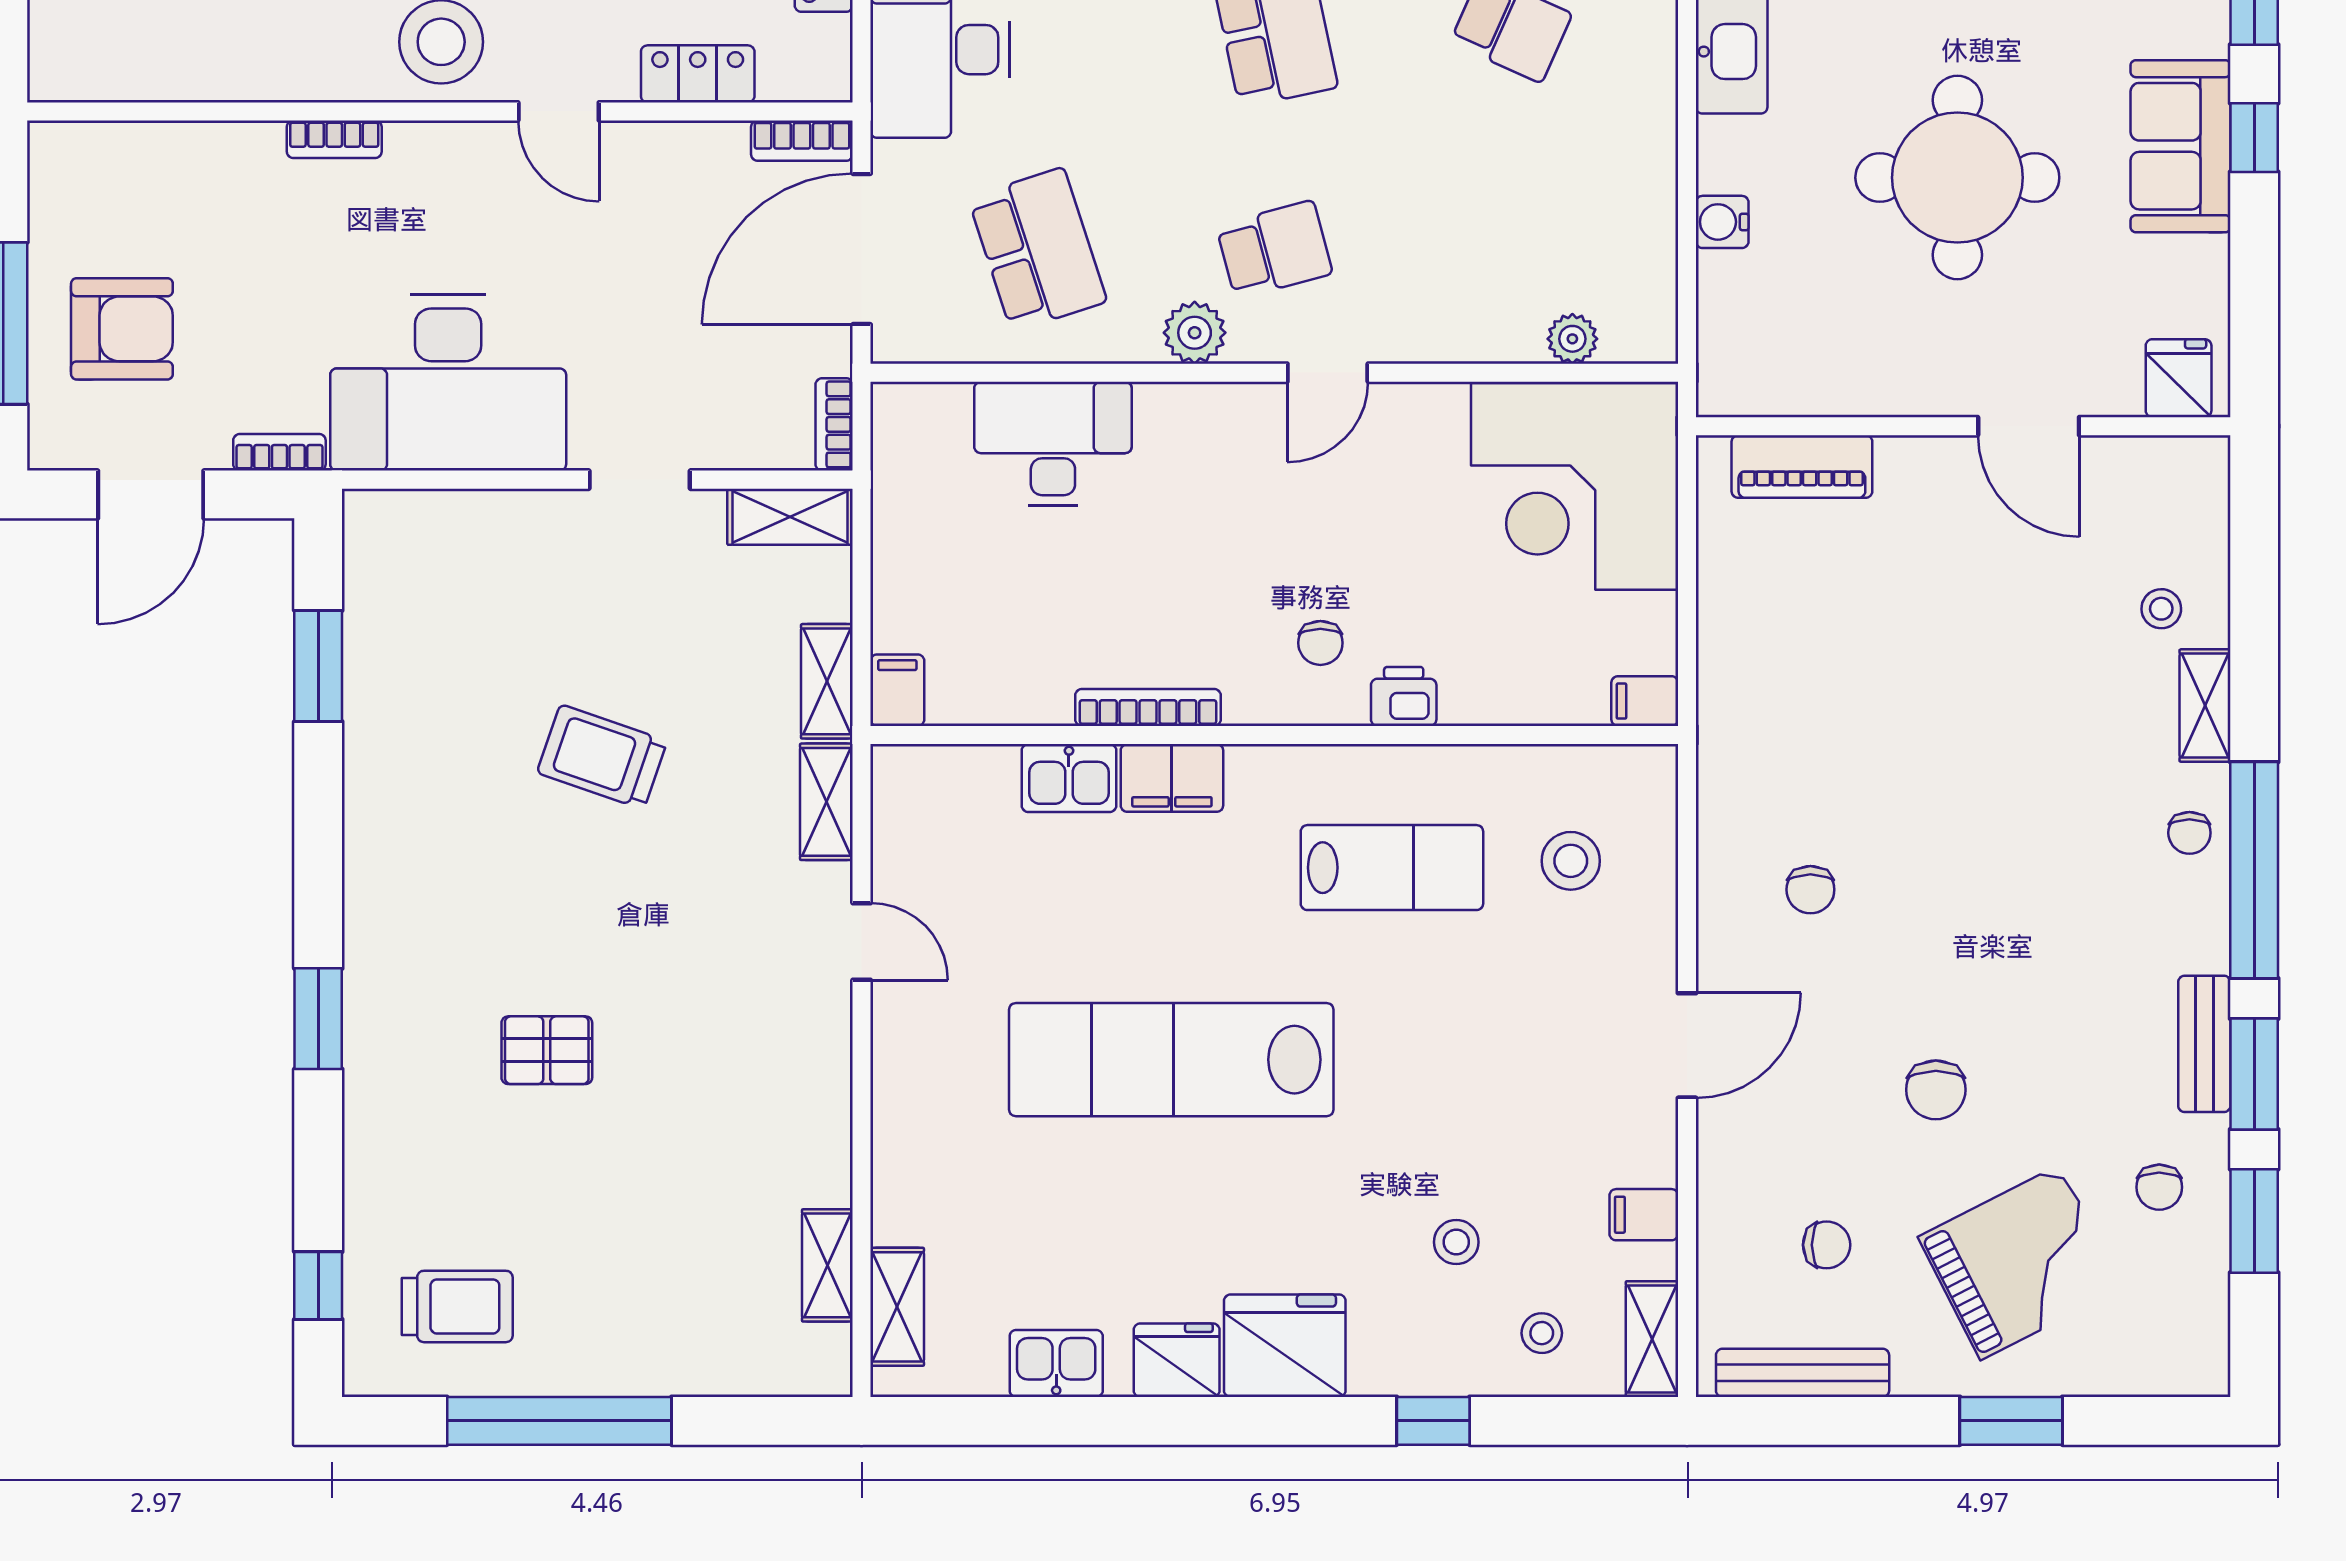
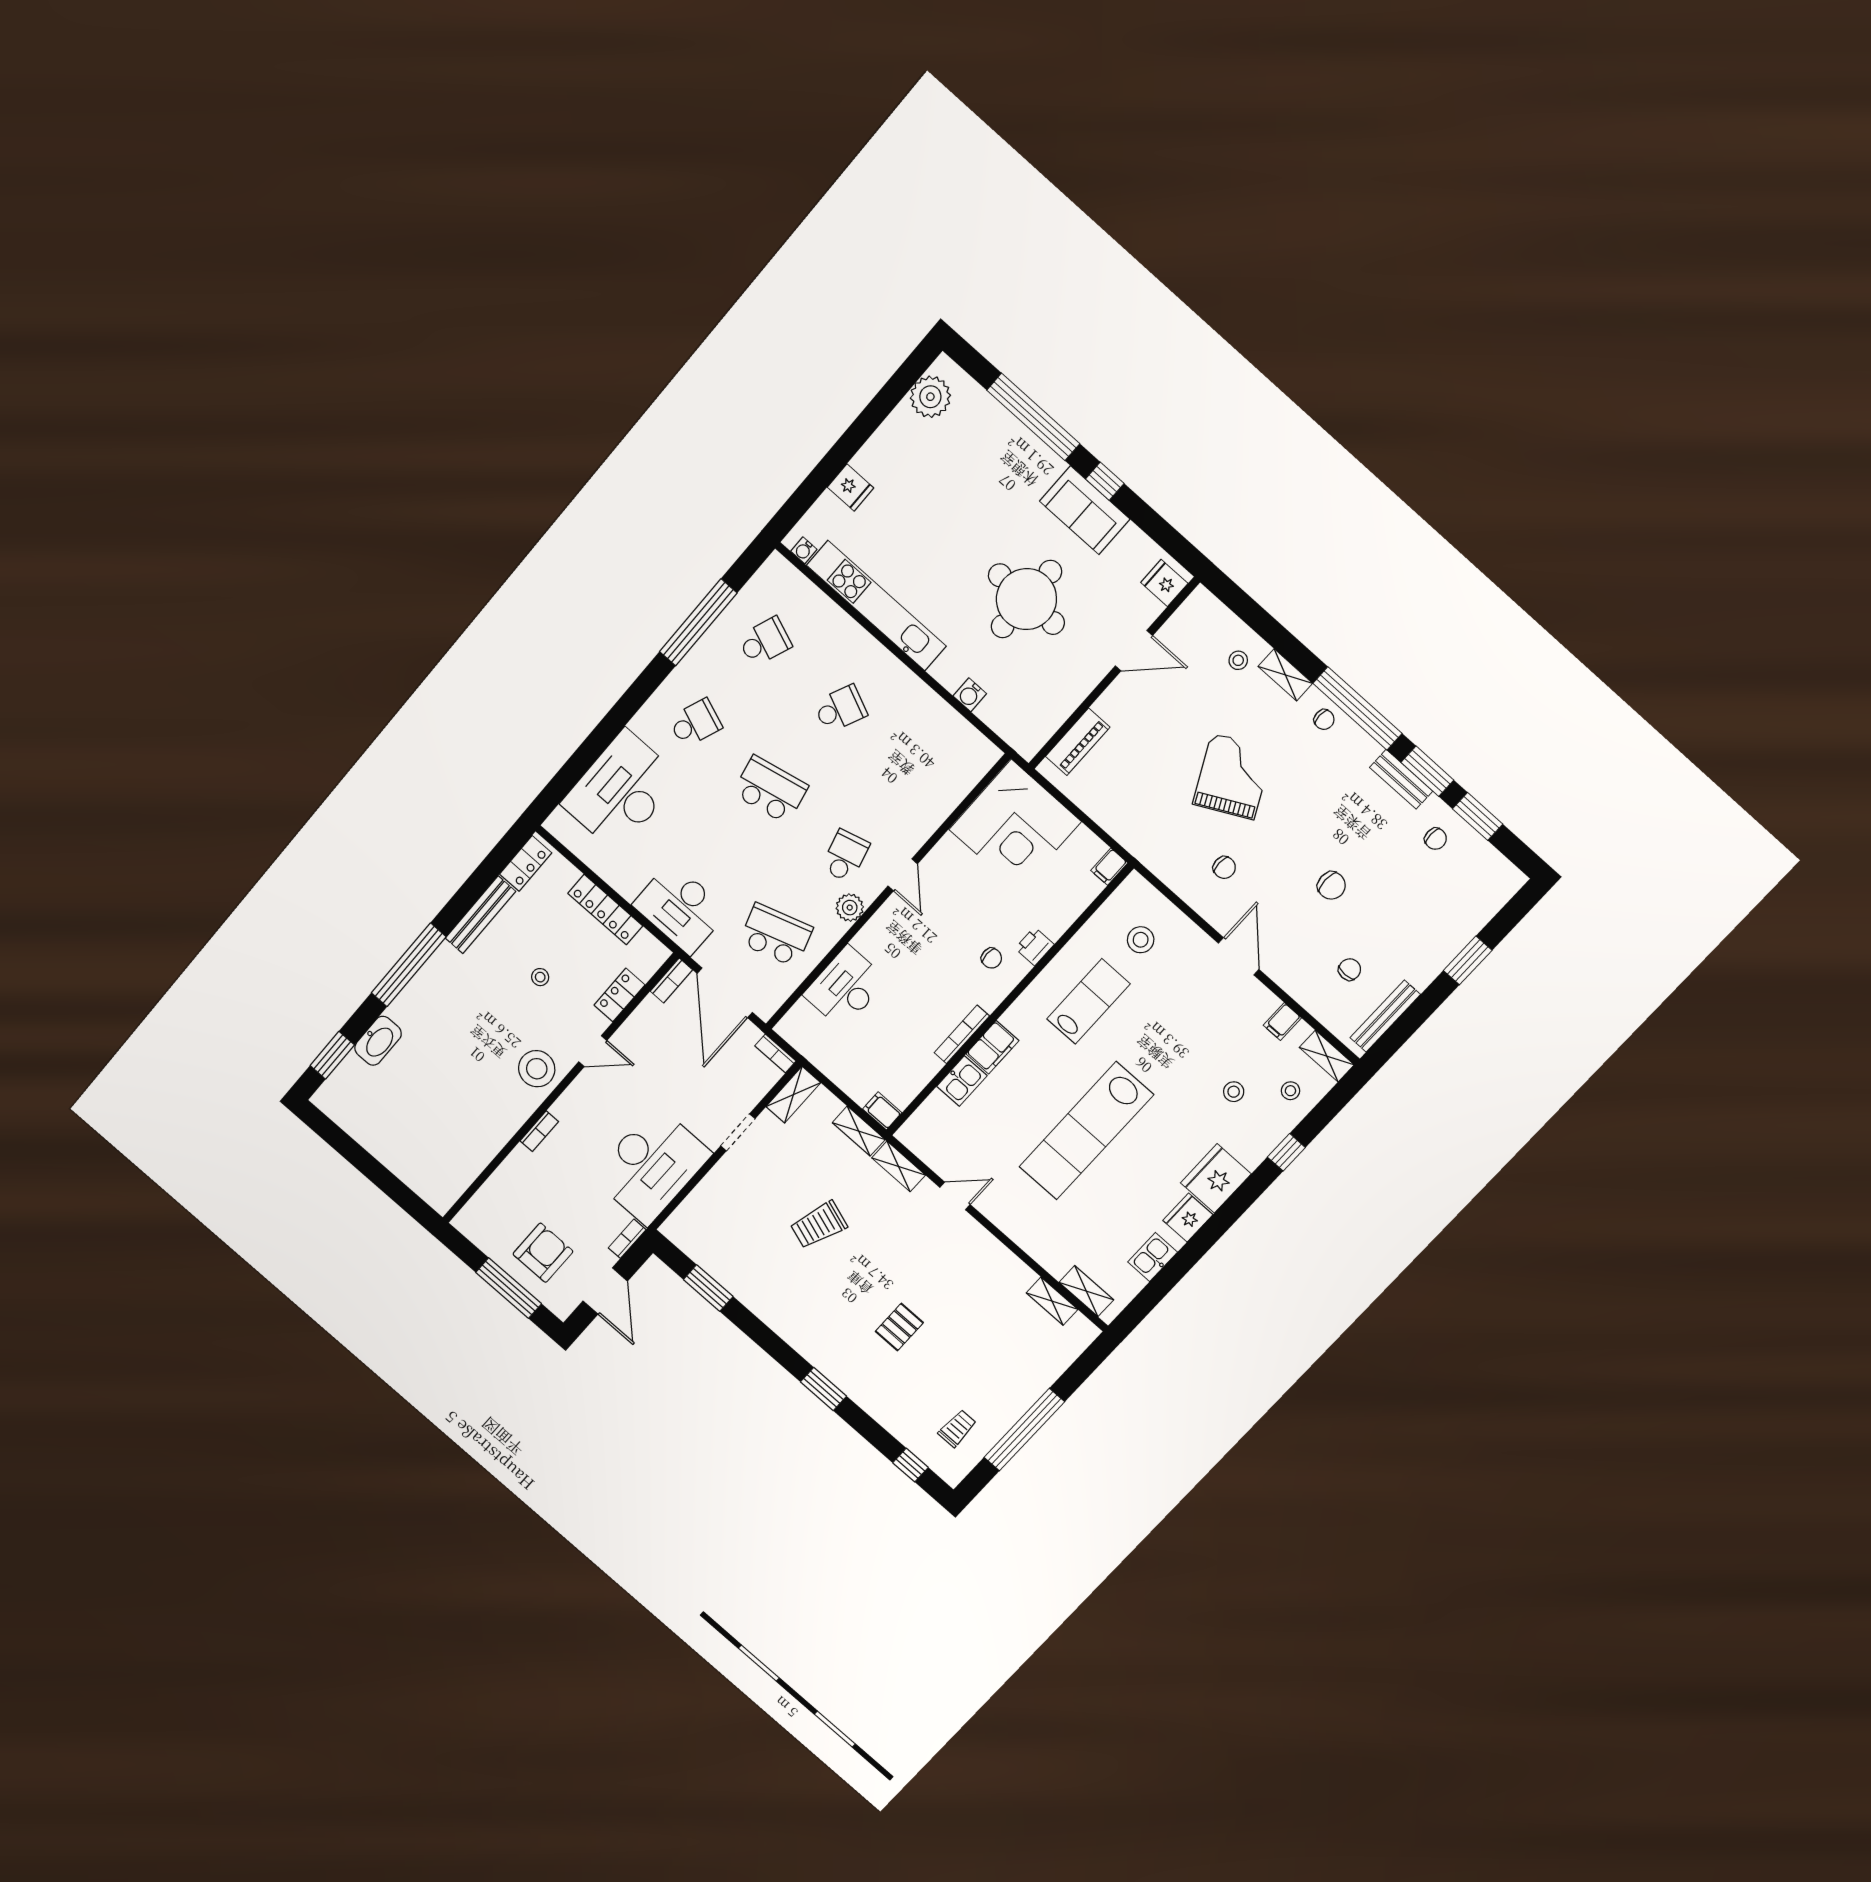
plant: (1572, 339) -> (964, 782), removed
grand piano: (2020, 1262) -> (1233, 777), moved
trolley: (457, 1306) -> (957, 1428), width x0.73, depth x0.72

